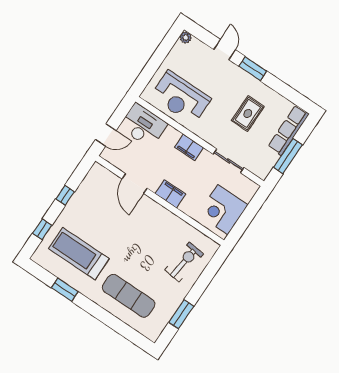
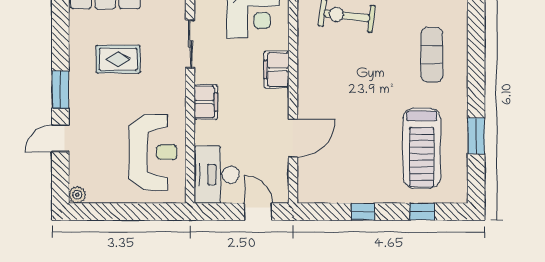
filing cabinet: (170, 194) -> (276, 70), moved
exercise mat: (129, 296) -> (432, 55), width x0.73, depth x0.69

